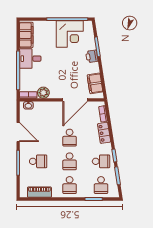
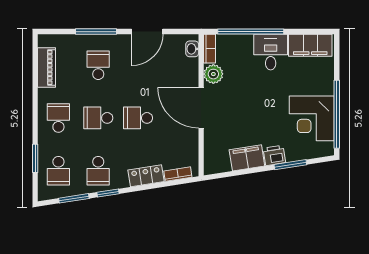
filing cabinet: (95, 83) -> (247, 158), moved
door: (75, 100) -> (201, 108), moved
school desk: (38, 161) -> (98, 65), turned 180
school desk: (70, 185) -> (58, 118), turned 90
school desk: (101, 185) -> (58, 171), turned -90

